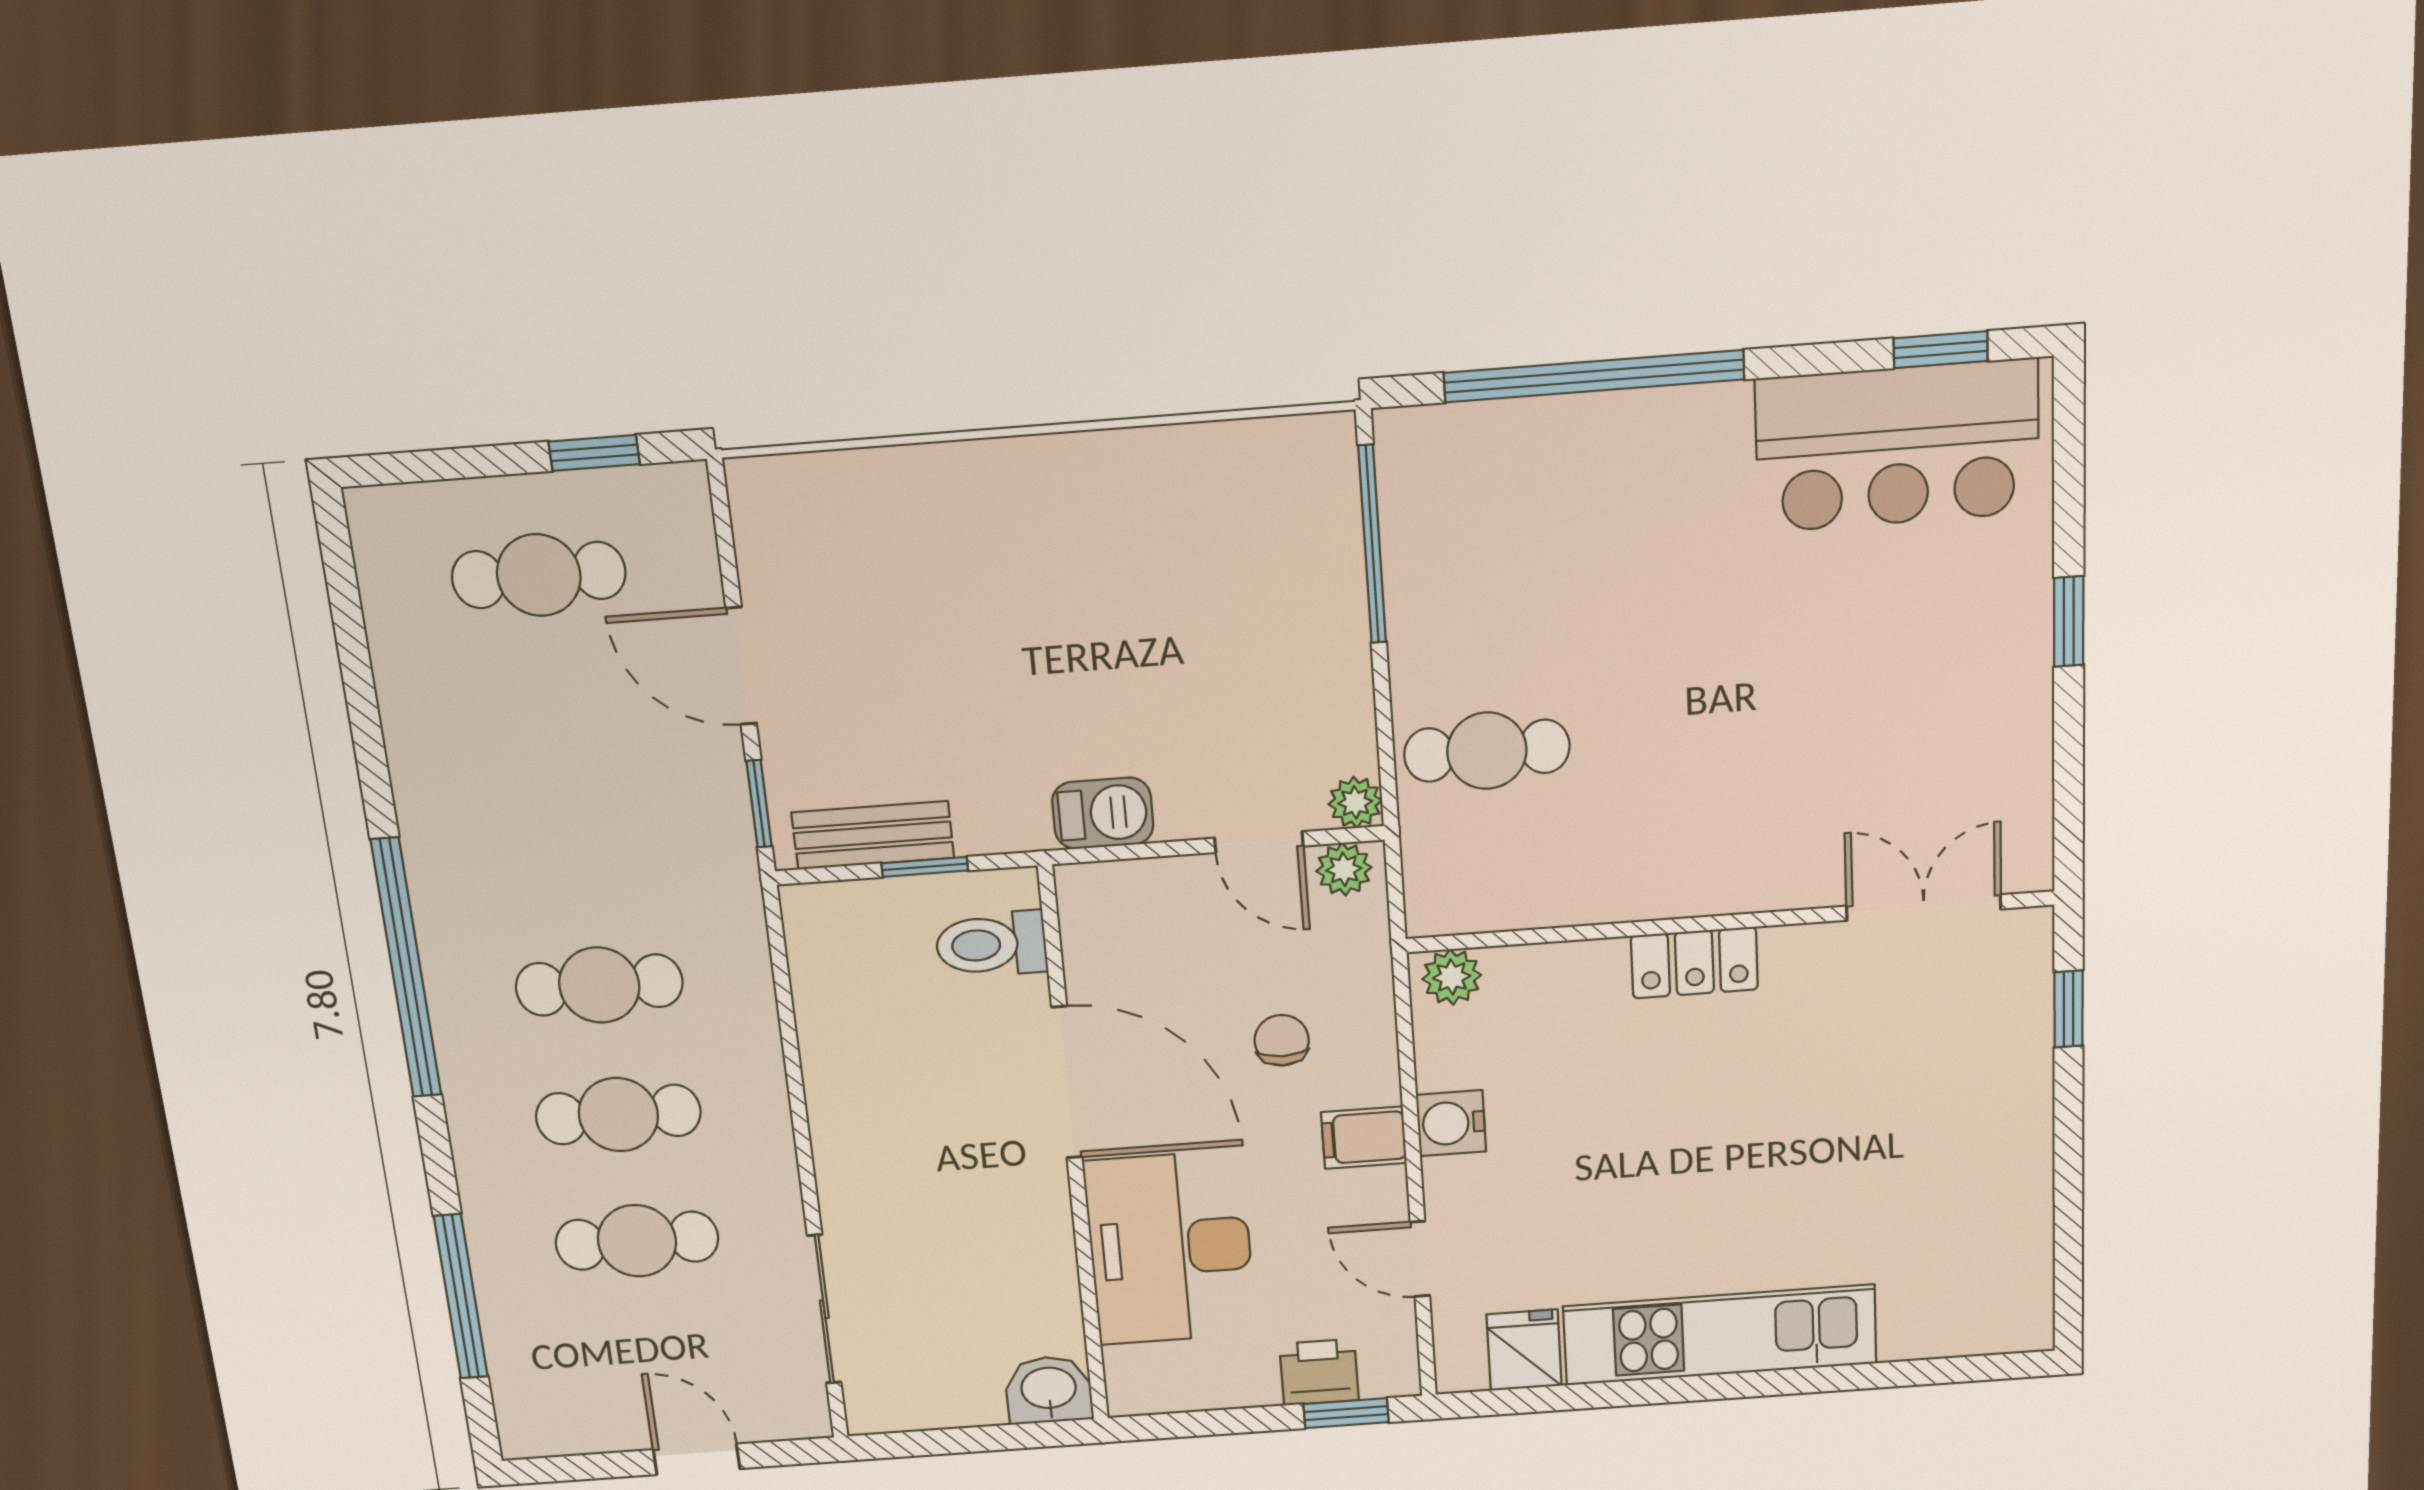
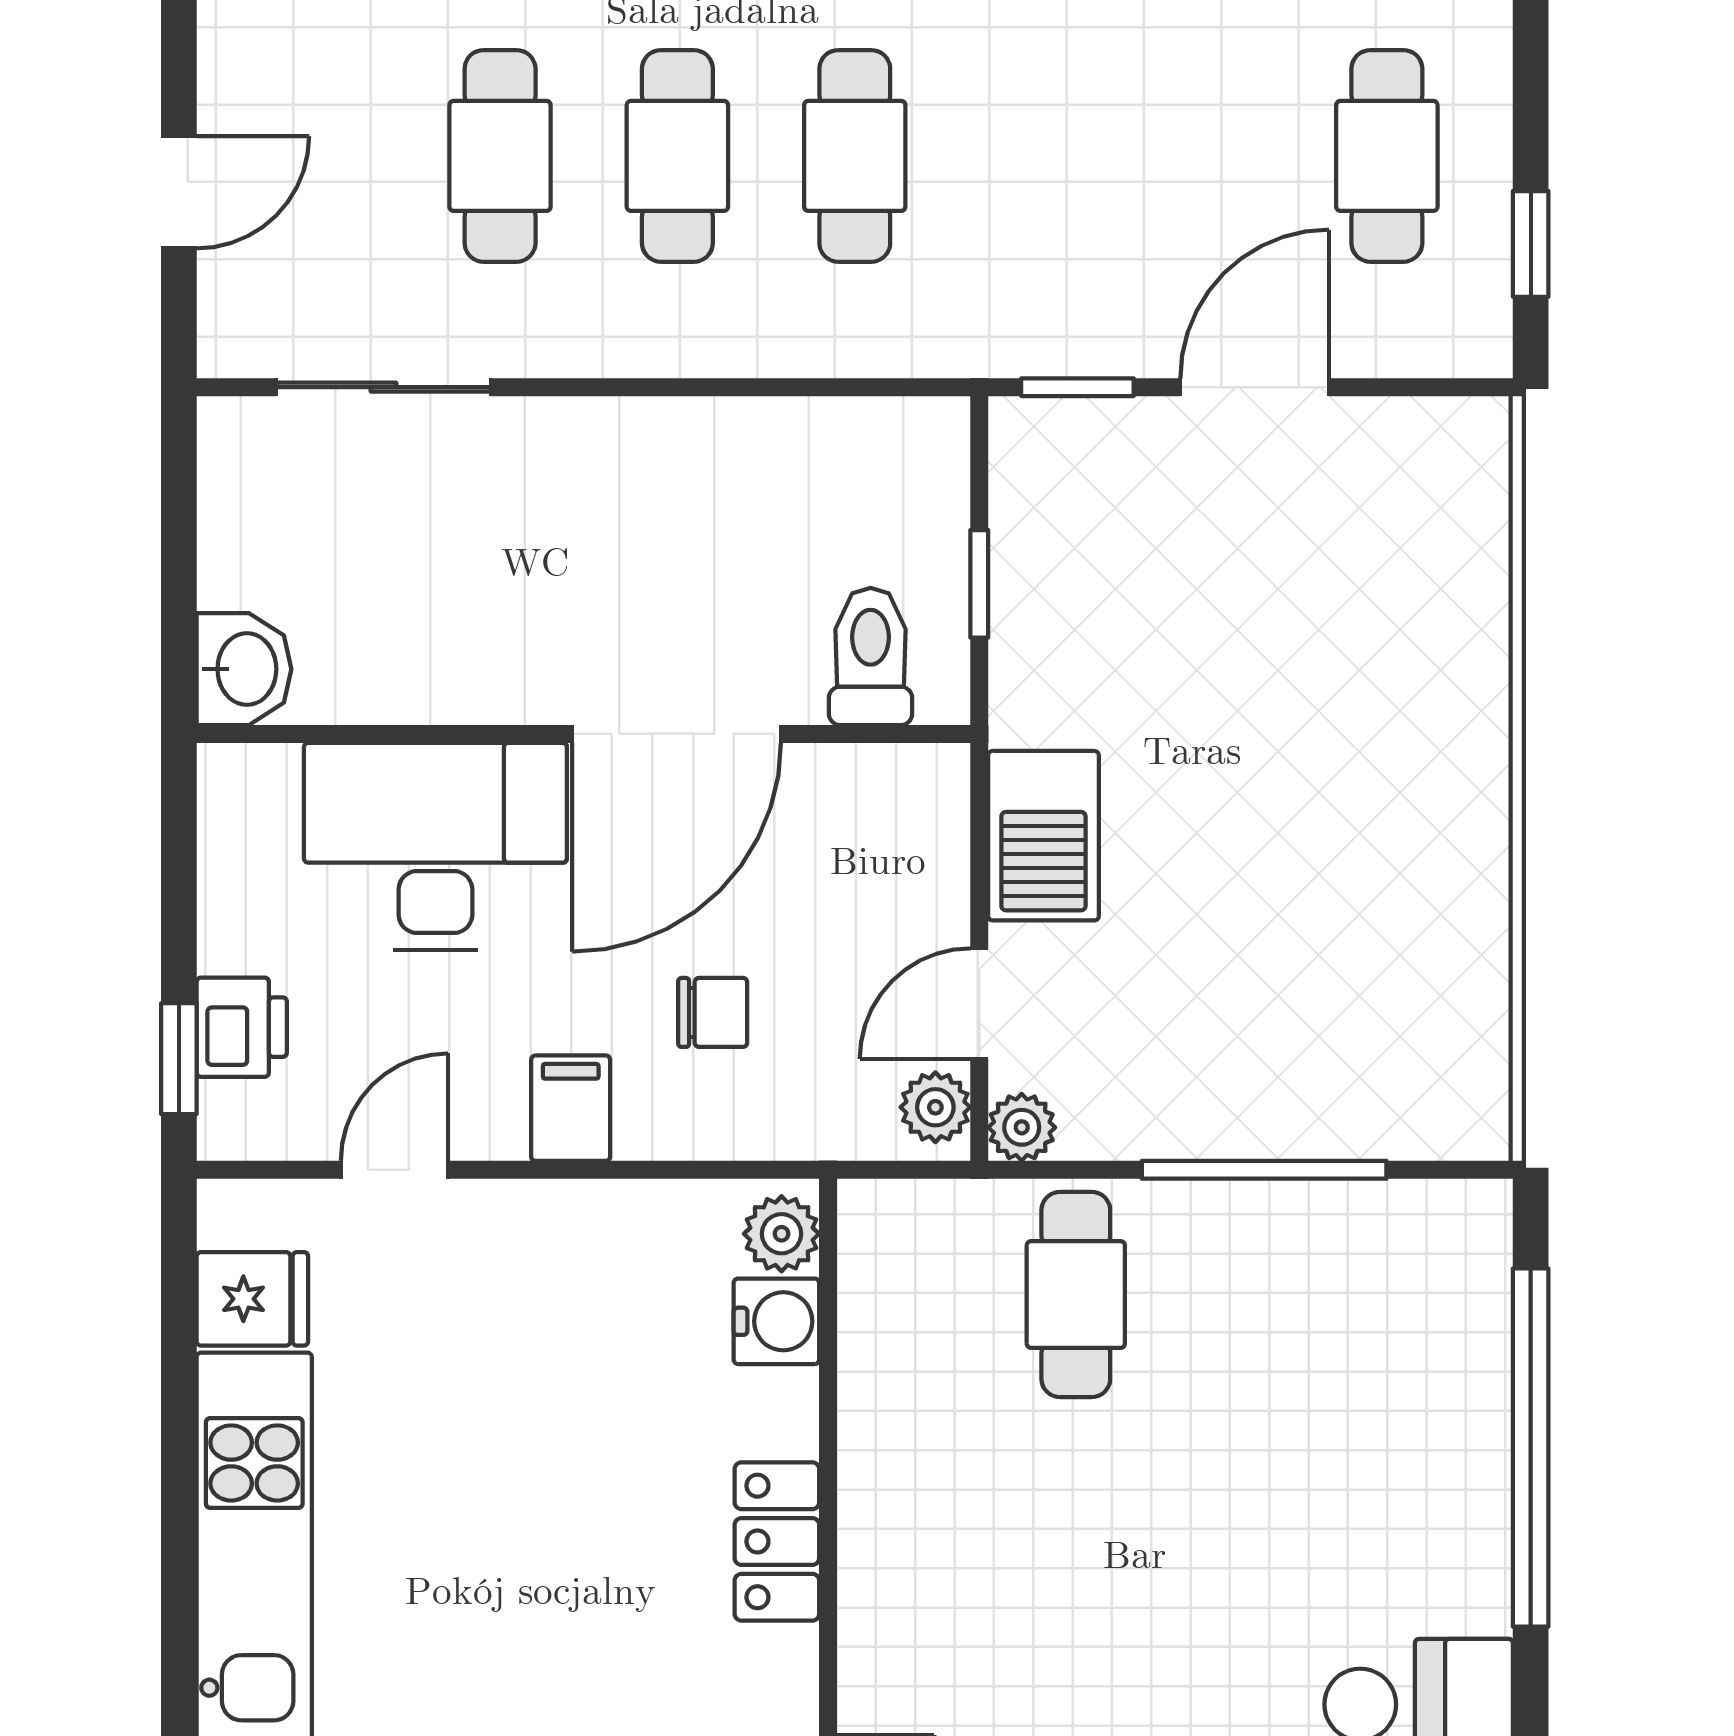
window: (1372, 544) -> (1264, 1170), moved
barbecue: (1103, 813) -> (1043, 836), width x1.38, depth x1.27
bench: (873, 835) -> (1026, 524), removed
water cooler: (1451, 1123) -> (776, 1321), moved, turned 90

